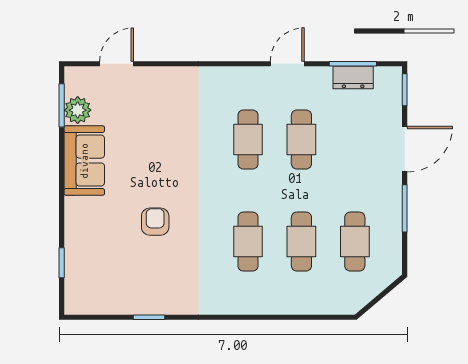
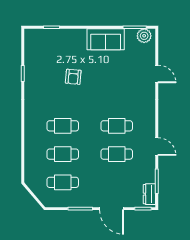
door: (117, 64) -> (157, 74), moved
dresser: (353, 78) -> (149, 194), moved
plant: (78, 110) -> (144, 36), moved
armchair: (155, 222) -> (73, 77), turned 95

